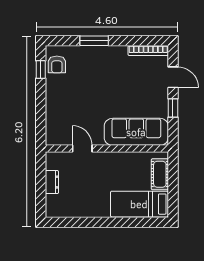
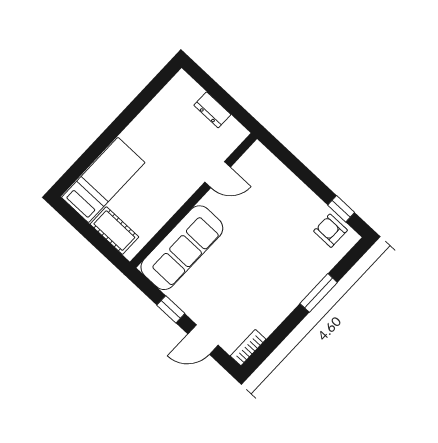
bookcase: (148, 51) -> (248, 348), width x0.64

